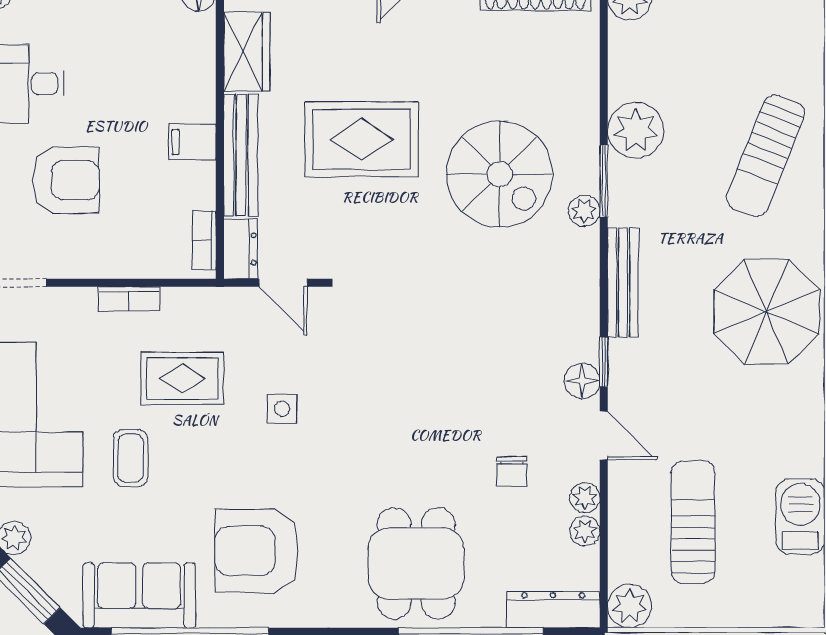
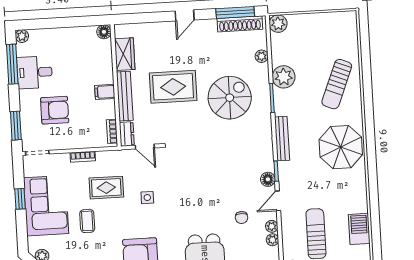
spiral stairs: (499, 174) -> (230, 98), turned -90
plant: (584, 211) -> (262, 56), moved
door: (604, 435) -> (278, 201), swing flipped

